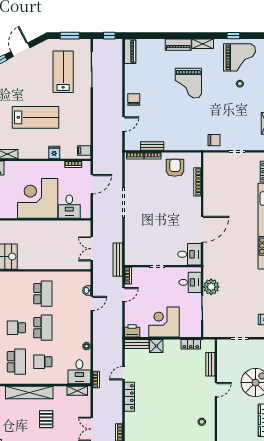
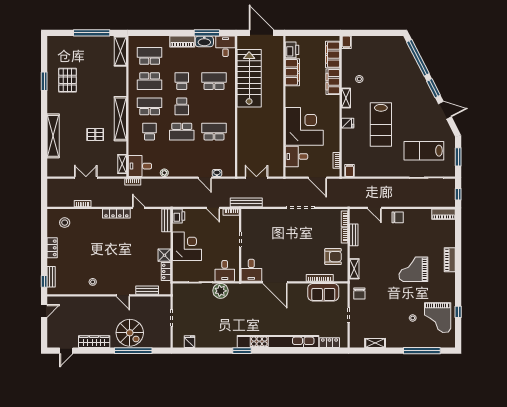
shelving: (203, 44) -> (354, 269), moved
lab bench: (63, 72) -> (424, 151), turned 180
fridge: (54, 152) -> (348, 123), moved
sofa: (213, 178) -> (323, 292), added
school desk: (43, 294) -> (214, 132), turned 180
school desk: (16, 328) -> (182, 106), turned 180
shower: (156, 346) -> (164, 255), moved
school desk: (16, 362) -> (150, 106), turned 180

